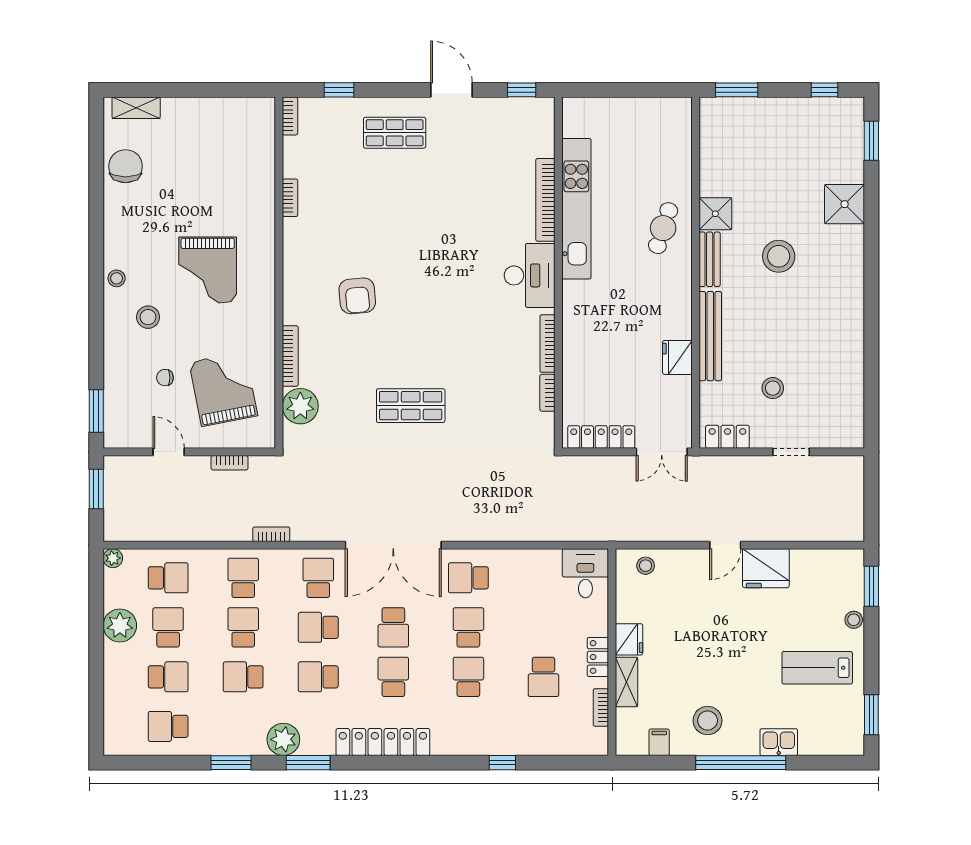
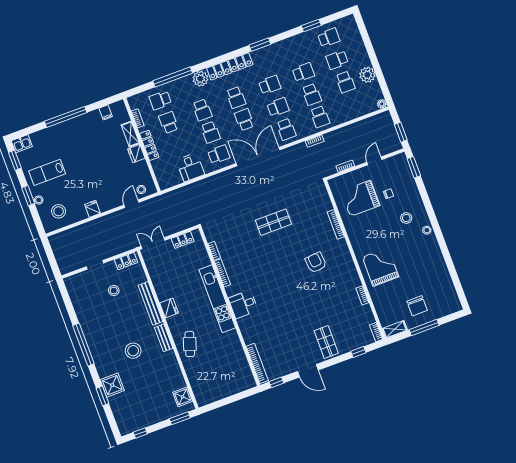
window: (193, 90) -> (424, 327), added
shelving: (136, 108) -> (395, 329), moved
shop shelf: (395, 133) -> (326, 342), turned 90
window: (871, 141) -> (103, 396), moved
chair: (126, 166) -> (417, 306), moved
bookcase: (545, 200) -> (257, 363), moved
kitchen unit: (576, 209) -> (217, 299), moved
shower: (715, 214) -> (183, 397), moved
grand piano: (208, 270) -> (380, 267), moved
desk: (530, 275) -> (243, 304), width x0.73
window: (871, 304) -> (83, 345), added
fridge: (677, 357) -> (169, 308), moved
grand piano: (223, 389) -> (360, 198), turned 101
plant: (300, 406) -> (323, 203), removed
locker: (601, 437) -> (183, 240), width x0.66
door: (169, 452) -> (374, 161), swing flipped
door: (725, 545) -> (131, 204), moved
fridge: (766, 568) -> (92, 209), width x0.53, depth x0.75
desk: (585, 573) -> (190, 167), moved
school desk: (168, 578) -> (160, 100), moved
window: (871, 586) -> (28, 196), moved
locker: (598, 657) -> (149, 145), width x1.53
lab bench: (817, 668) -> (47, 172), turned 180
stool: (708, 721) -> (59, 211), moved
plant: (283, 739) -> (200, 79), moved
kitchen sink: (779, 742) -> (22, 144), moved
window: (231, 763) -> (311, 26), moved
window: (502, 763) -> (173, 77), width x3.17

